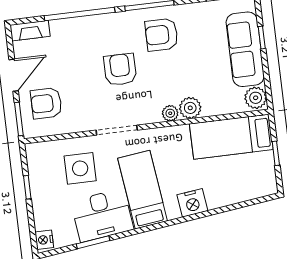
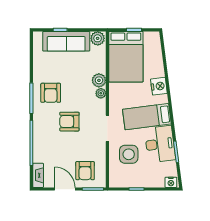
bed: (231, 137) -> (126, 57), width x1.50

